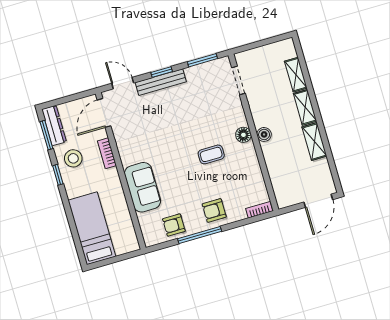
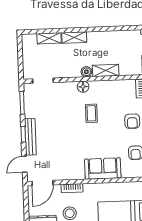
door: (104, 113) -> (42, 183), hinge flipped
shelving: (314, 142) -> (106, 70), moved

